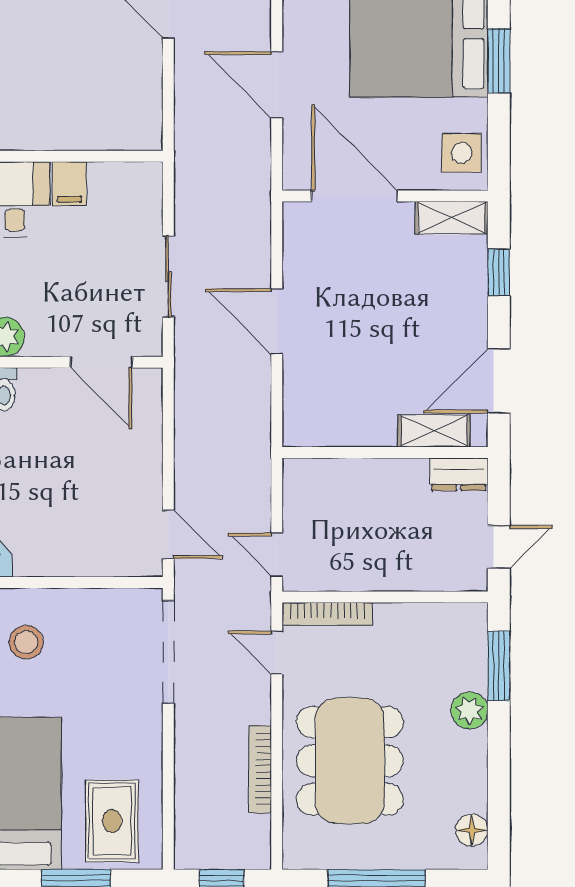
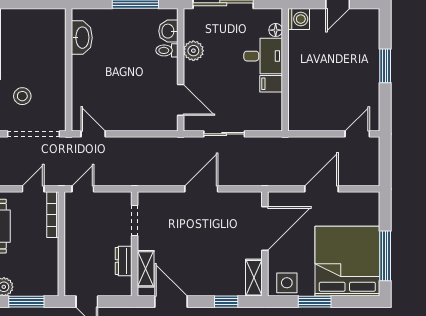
window: (499, 61) -> (315, 302), moved
door: (101, 362) -> (181, 100), swing flipped
doorway: (339, 452) -> (135, 220), added
dresser: (459, 474) -> (124, 261), moved
door: (168, 534) -> (93, 134), swing flipped
stool: (26, 642) -> (22, 96), moved

